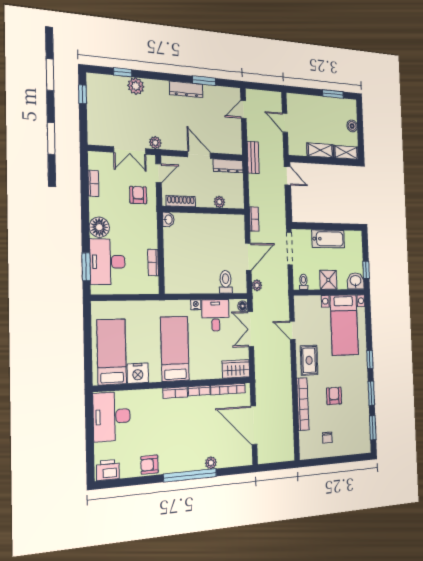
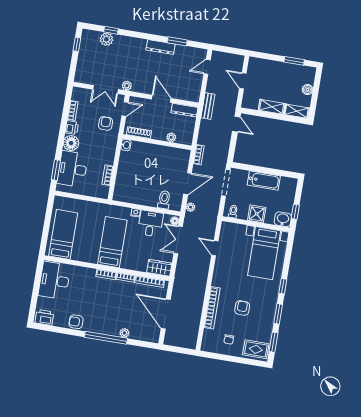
plant: (136, 86) -> (106, 39), moved
printer: (97, 206) -> (72, 128), added
rug: (309, 360) -> (256, 349), moved, turned 90
nightstand: (138, 373) -> (80, 254), removed

